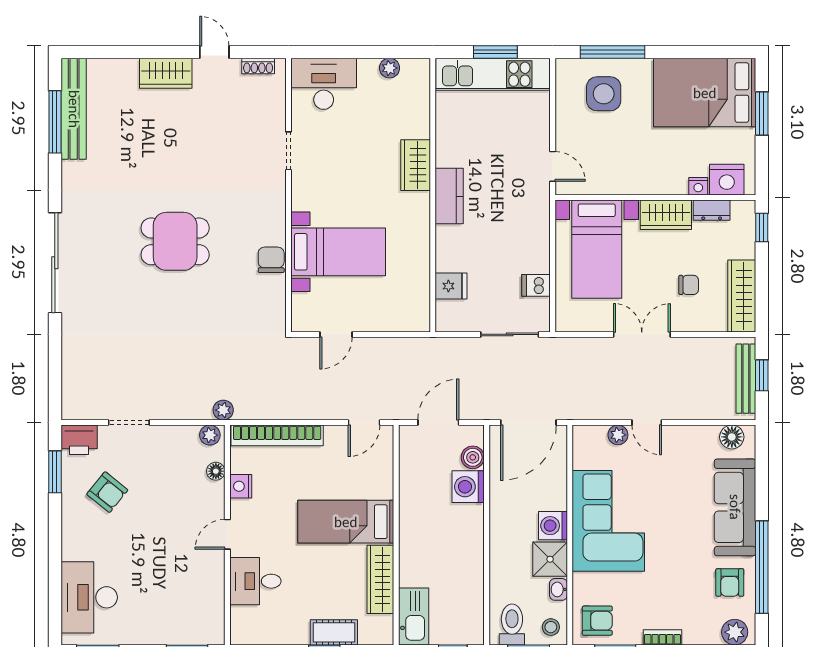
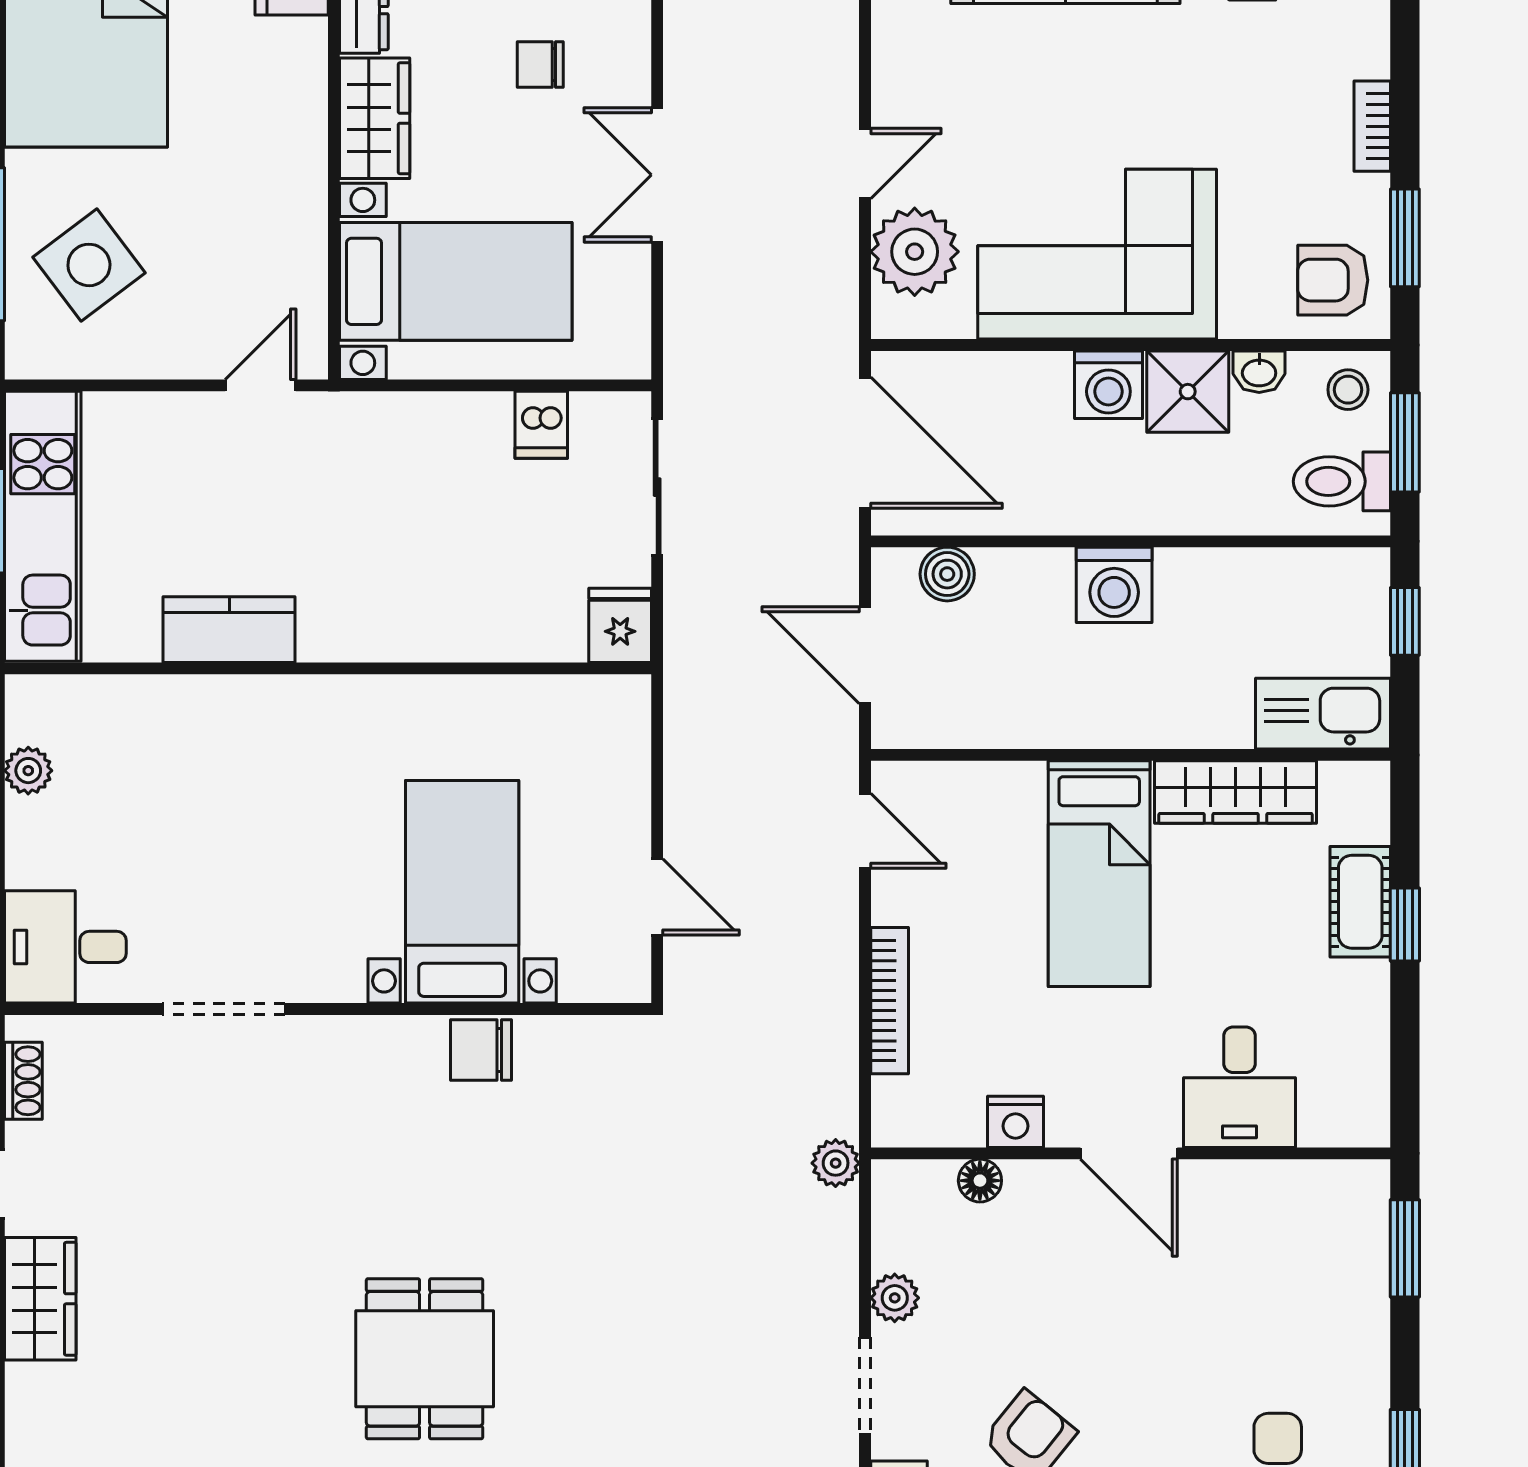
desk: (324, 84) -> (65, 947), width x0.73
side table: (604, 94) -> (89, 265), turned -37
doorway: (288, 151) -> (224, 1009), width x1.38
wardrobe: (416, 165) -> (257, 709), removed
nightstand: (698, 186) -> (307, 42), removed
kitchen counter: (449, 196) -> (229, 630), moved
dining table: (175, 241) -> (425, 1359), moved
chair: (689, 285) -> (540, 65), turned -90
fridge: (451, 286) -> (620, 625), moved
plant: (210, 435) -> (895, 1298), moved
bookcase: (277, 435) -> (890, 1001), width x0.68, depth x0.76
plant: (618, 435) -> (915, 252), width x1.87, depth x1.87
washing machine: (468, 487) -> (1114, 585), moved
door: (227, 534) -> (1129, 1153), width x1.37
armchair: (597, 621) -> (1333, 280), turned -90

